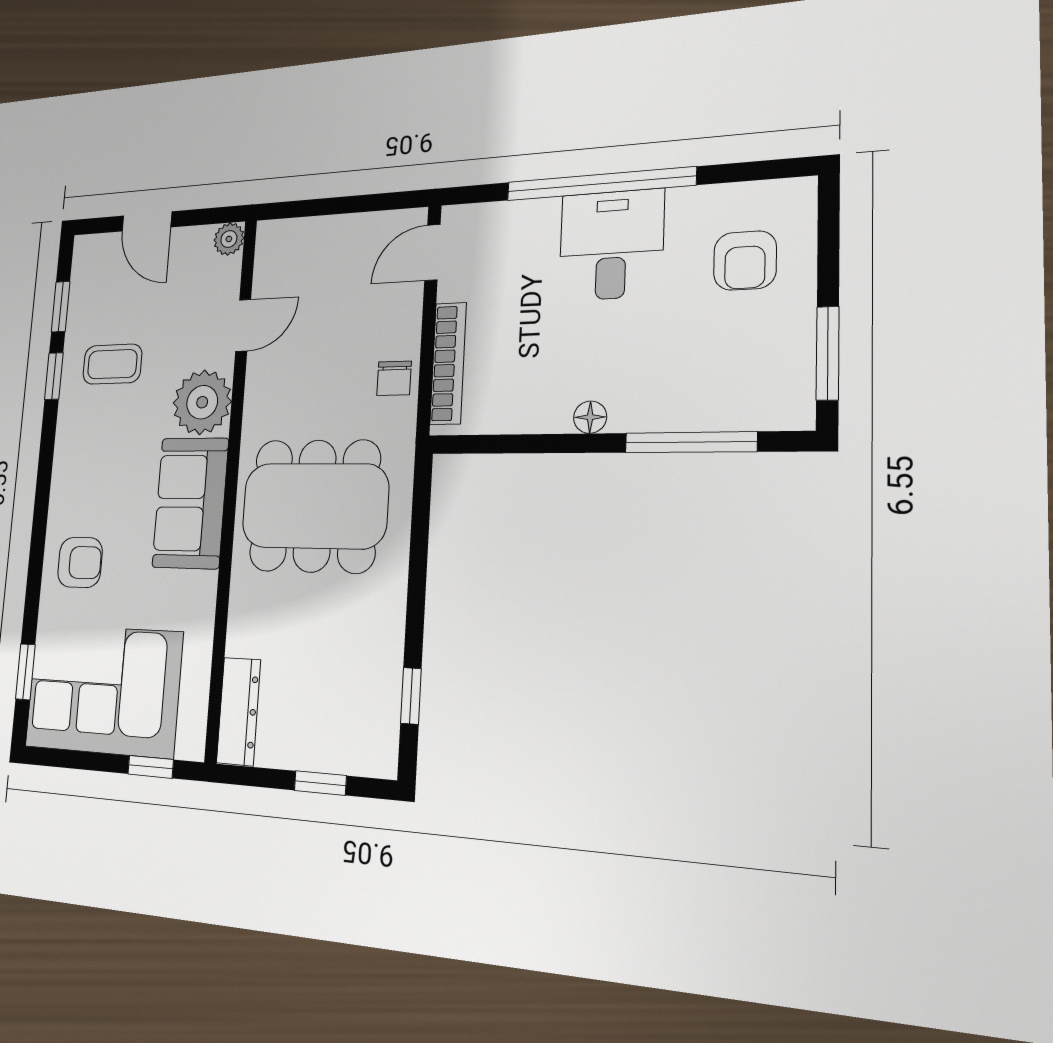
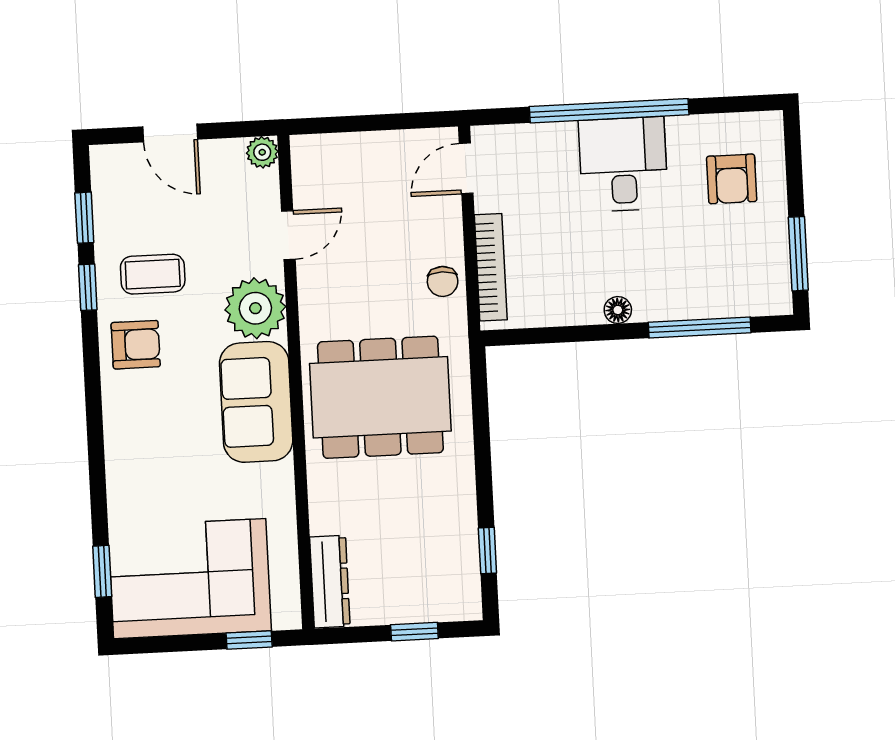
armchair: (80, 562) -> (136, 345), moved

